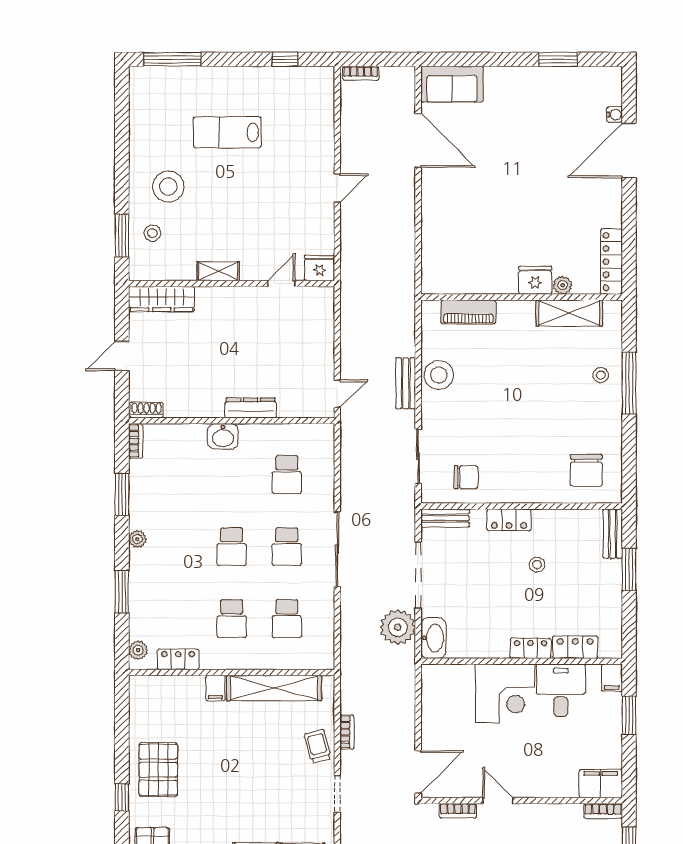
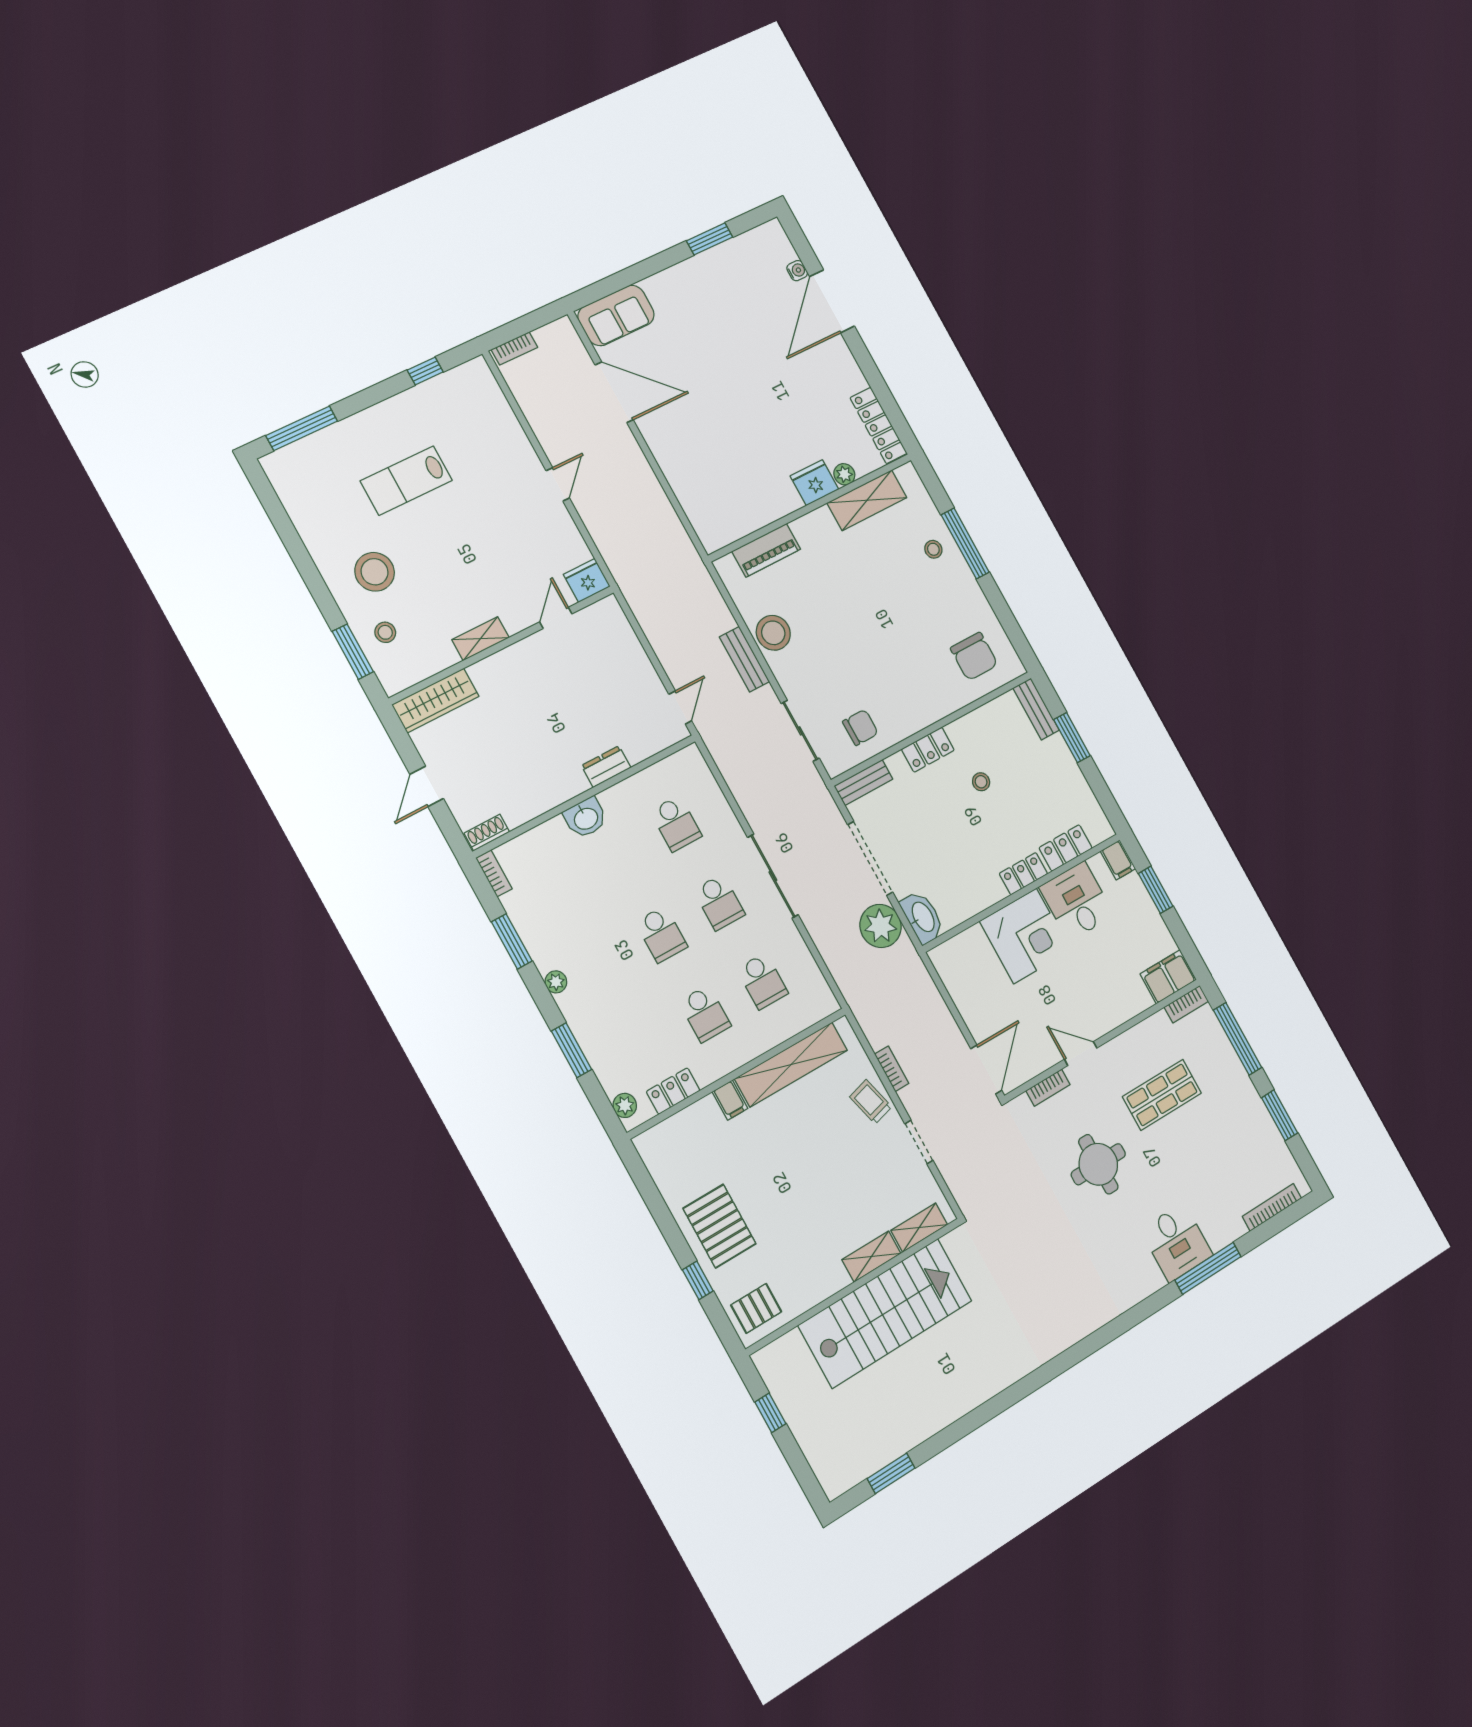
dresser: (251, 408) -> (606, 767), width x0.70

